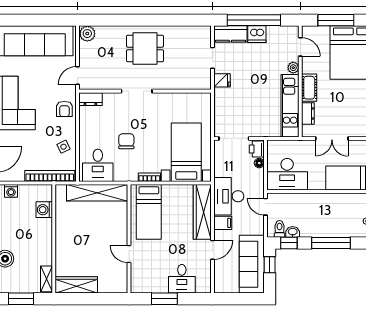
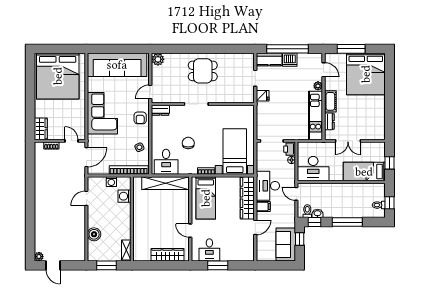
washing machine: (11, 191) -> (111, 182), moved
sofa: (252, 264) -> (286, 244), width x0.73
desk: (182, 279) -> (209, 250), moved
wardrobe: (76, 285) -> (168, 255), moved

